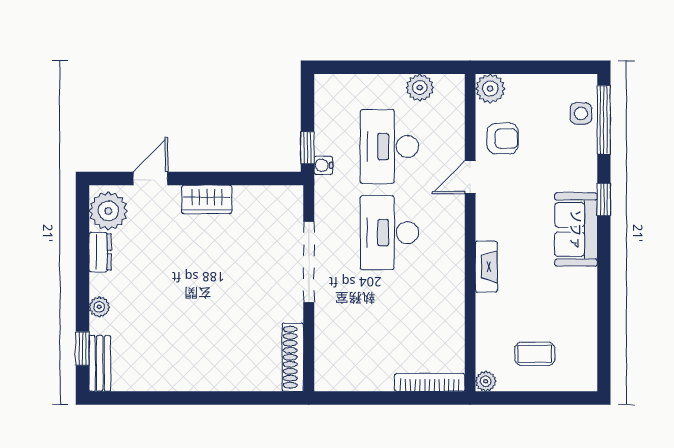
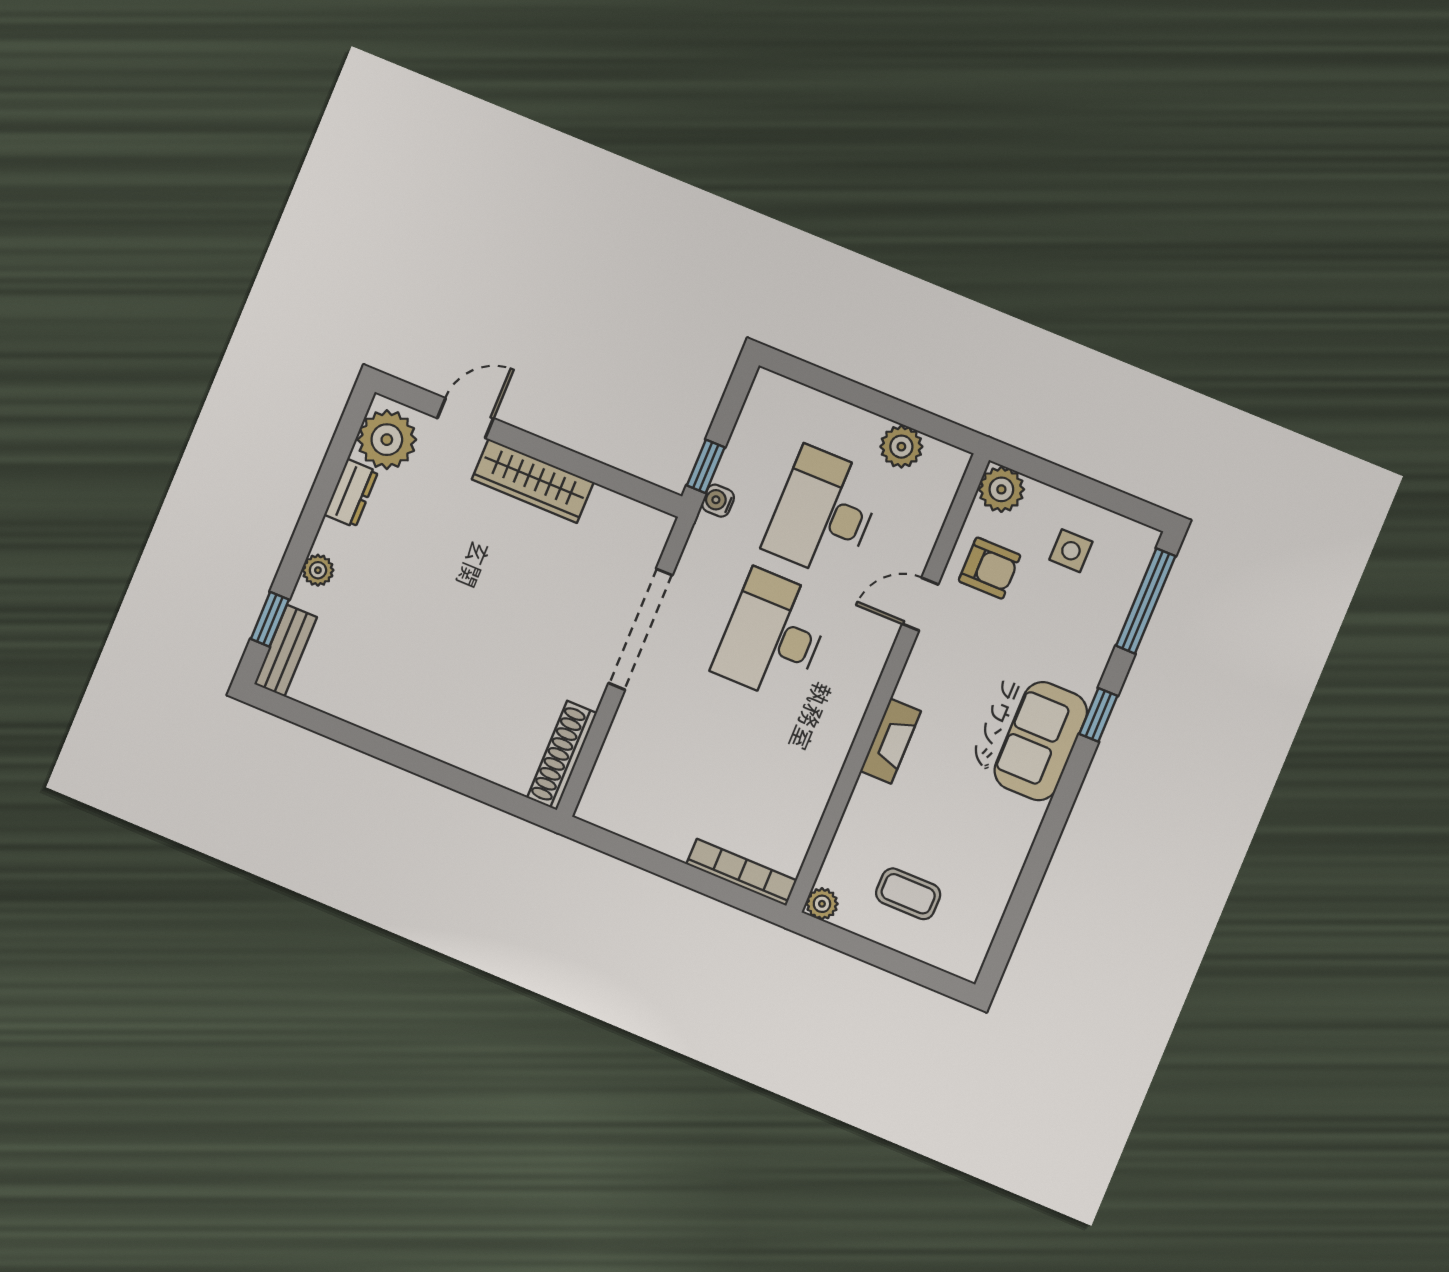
side table: (581, 113) -> (1071, 551), moved
wardrobe: (207, 199) -> (533, 481), width x1.50

